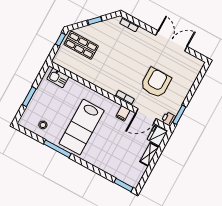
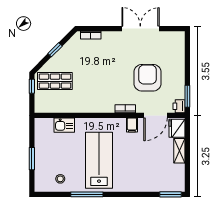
kitchen sink: (58, 78) -> (64, 125), moved
lab bench: (82, 127) -> (99, 160), turned 180

